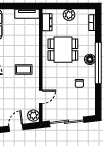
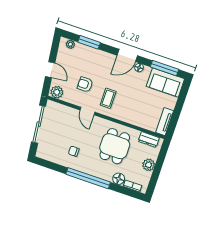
floor lamp: (90, 59) -> (119, 179), moved
armchair: (18, 93) -> (85, 84), added
door: (41, 97) -> (87, 111), moved

